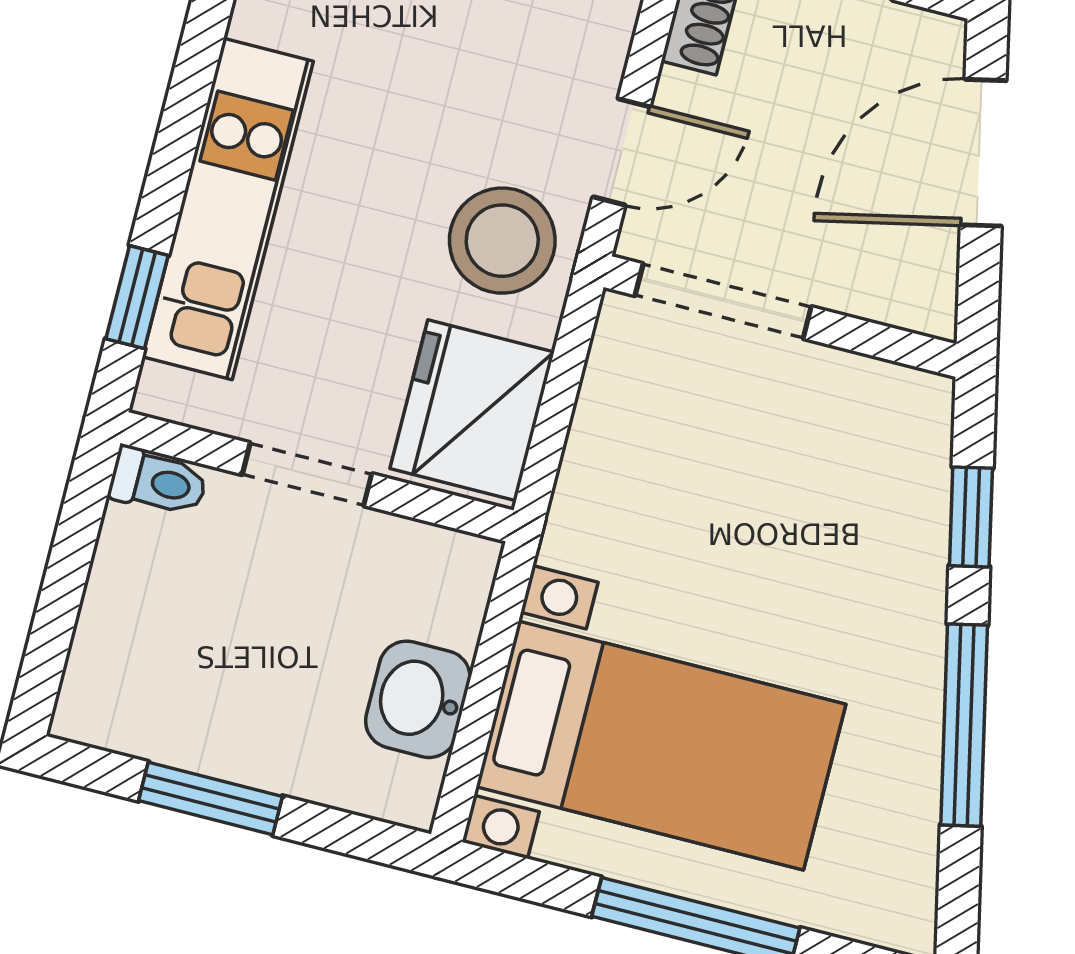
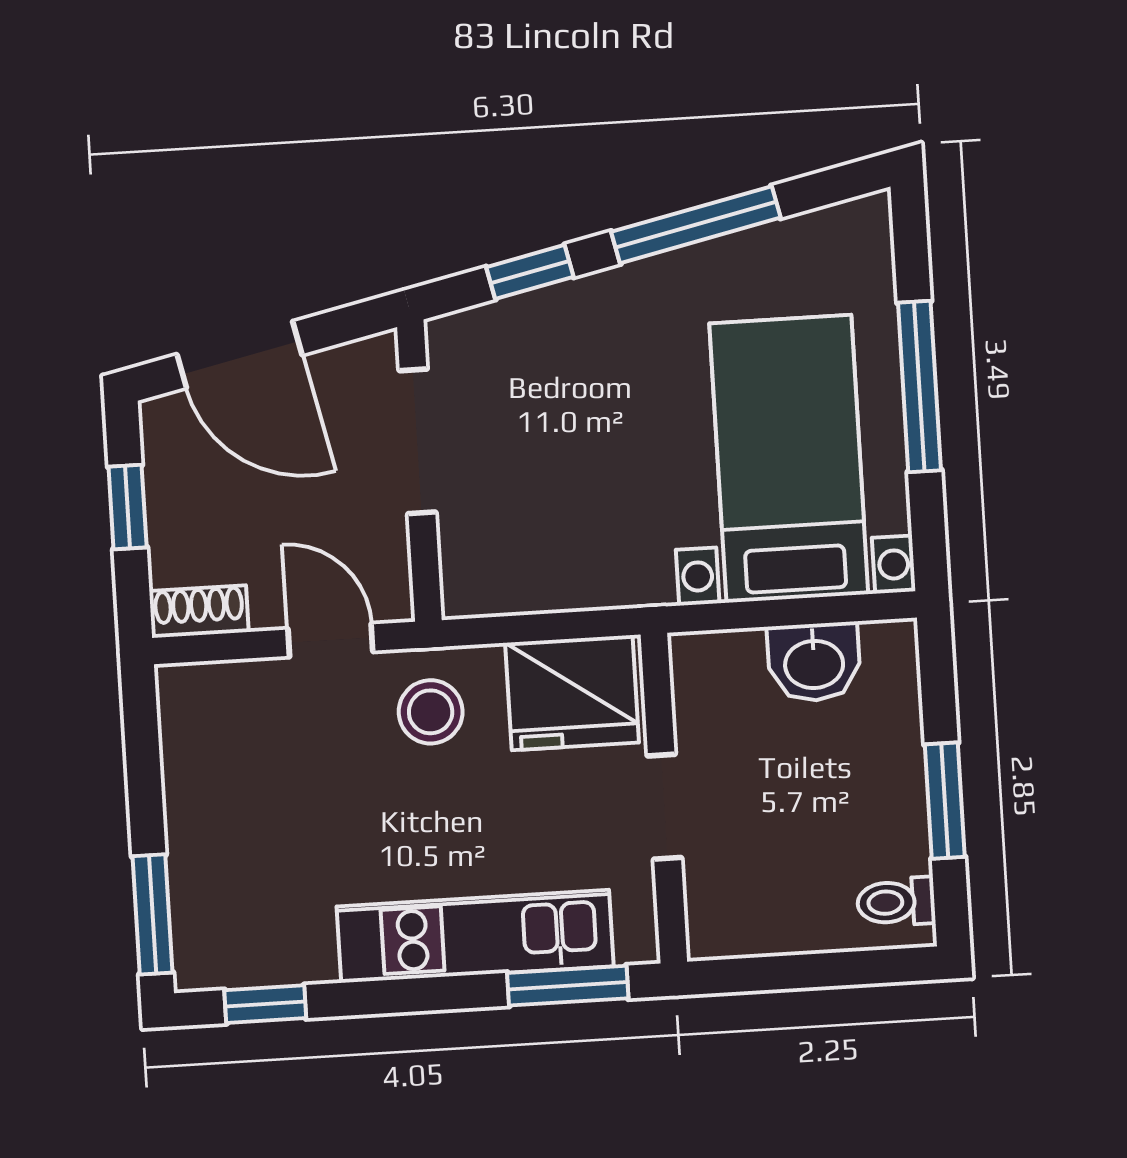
stool: (502, 241) -> (431, 712), width x0.73, depth x0.73
window: (137, 297) -> (568, 986), width x1.50
doorway: (723, 301) -> (417, 441), moved
toilet: (158, 482) -> (896, 902), moved, turned -90

